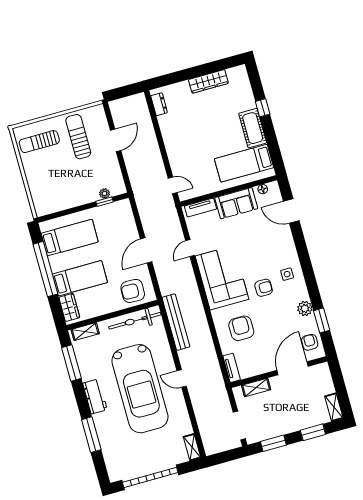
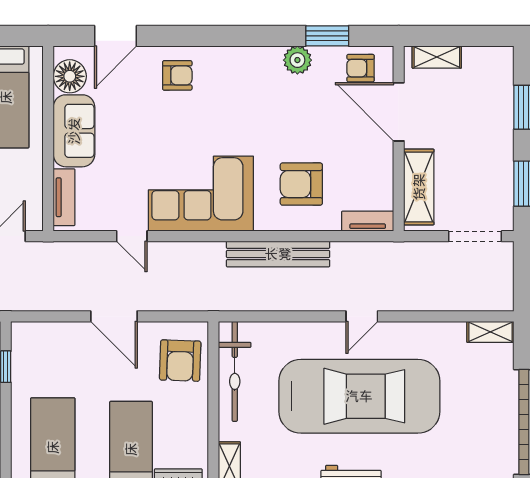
floor lamp: (263, 189) -> (70, 76), width x1.89, depth x1.89
side table: (287, 274) -> (227, 75), removed
armchair: (264, 288) -> (177, 75), moved, turned 90
bench: (176, 322) -> (278, 254), moved
shelving: (256, 387) -> (419, 187), width x1.50, depth x1.33
shelving: (334, 407) -> (437, 57), moved

